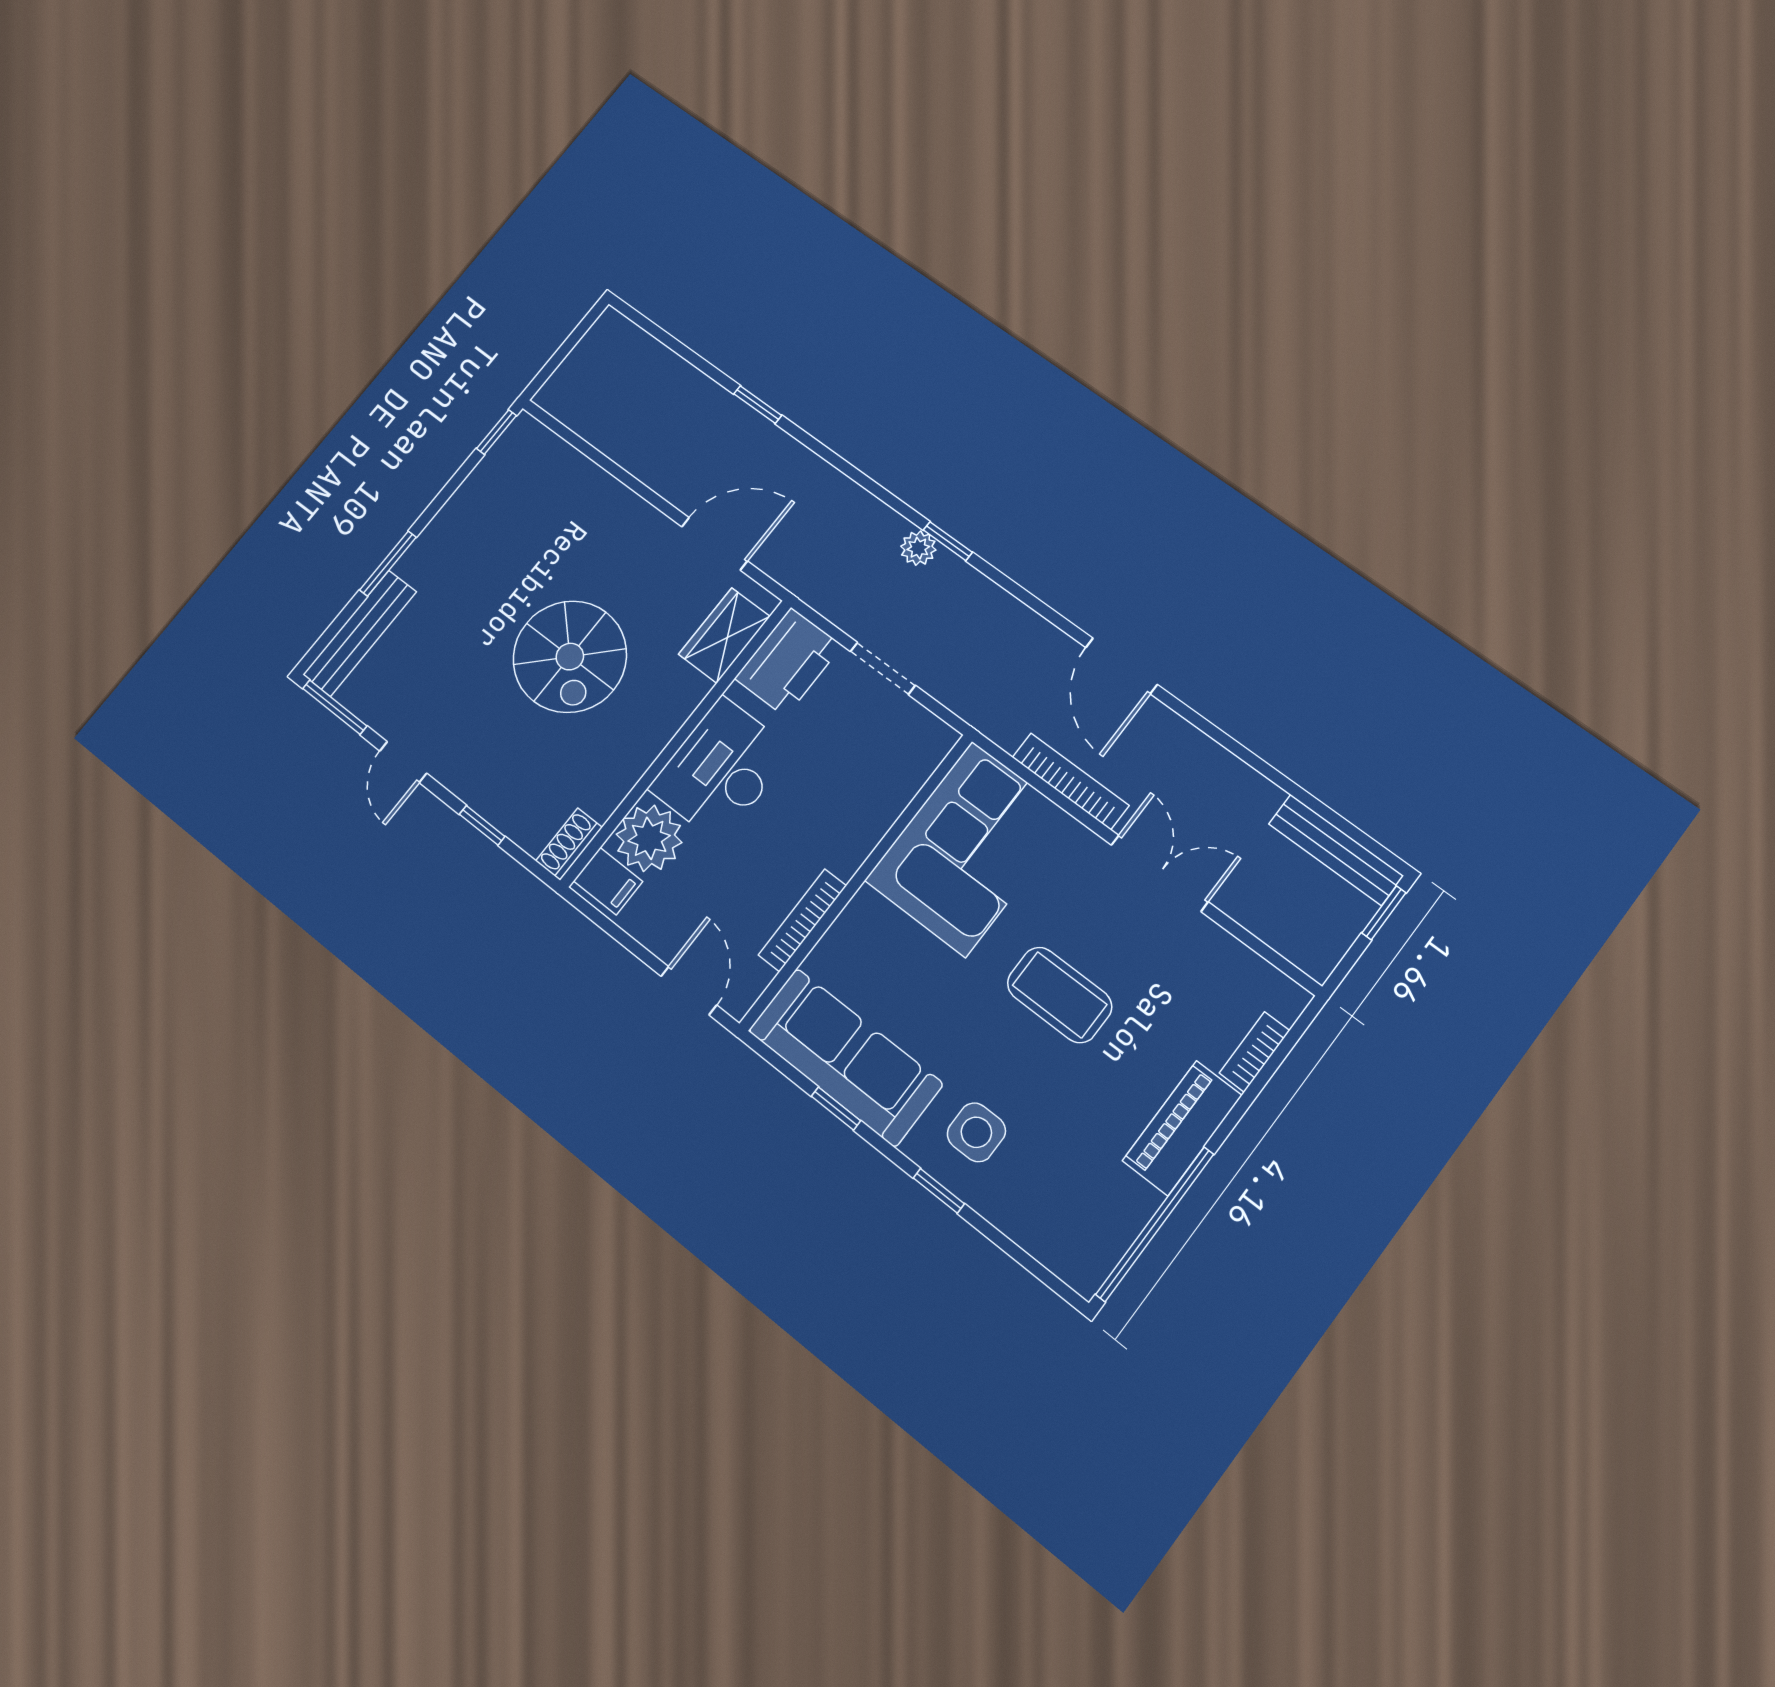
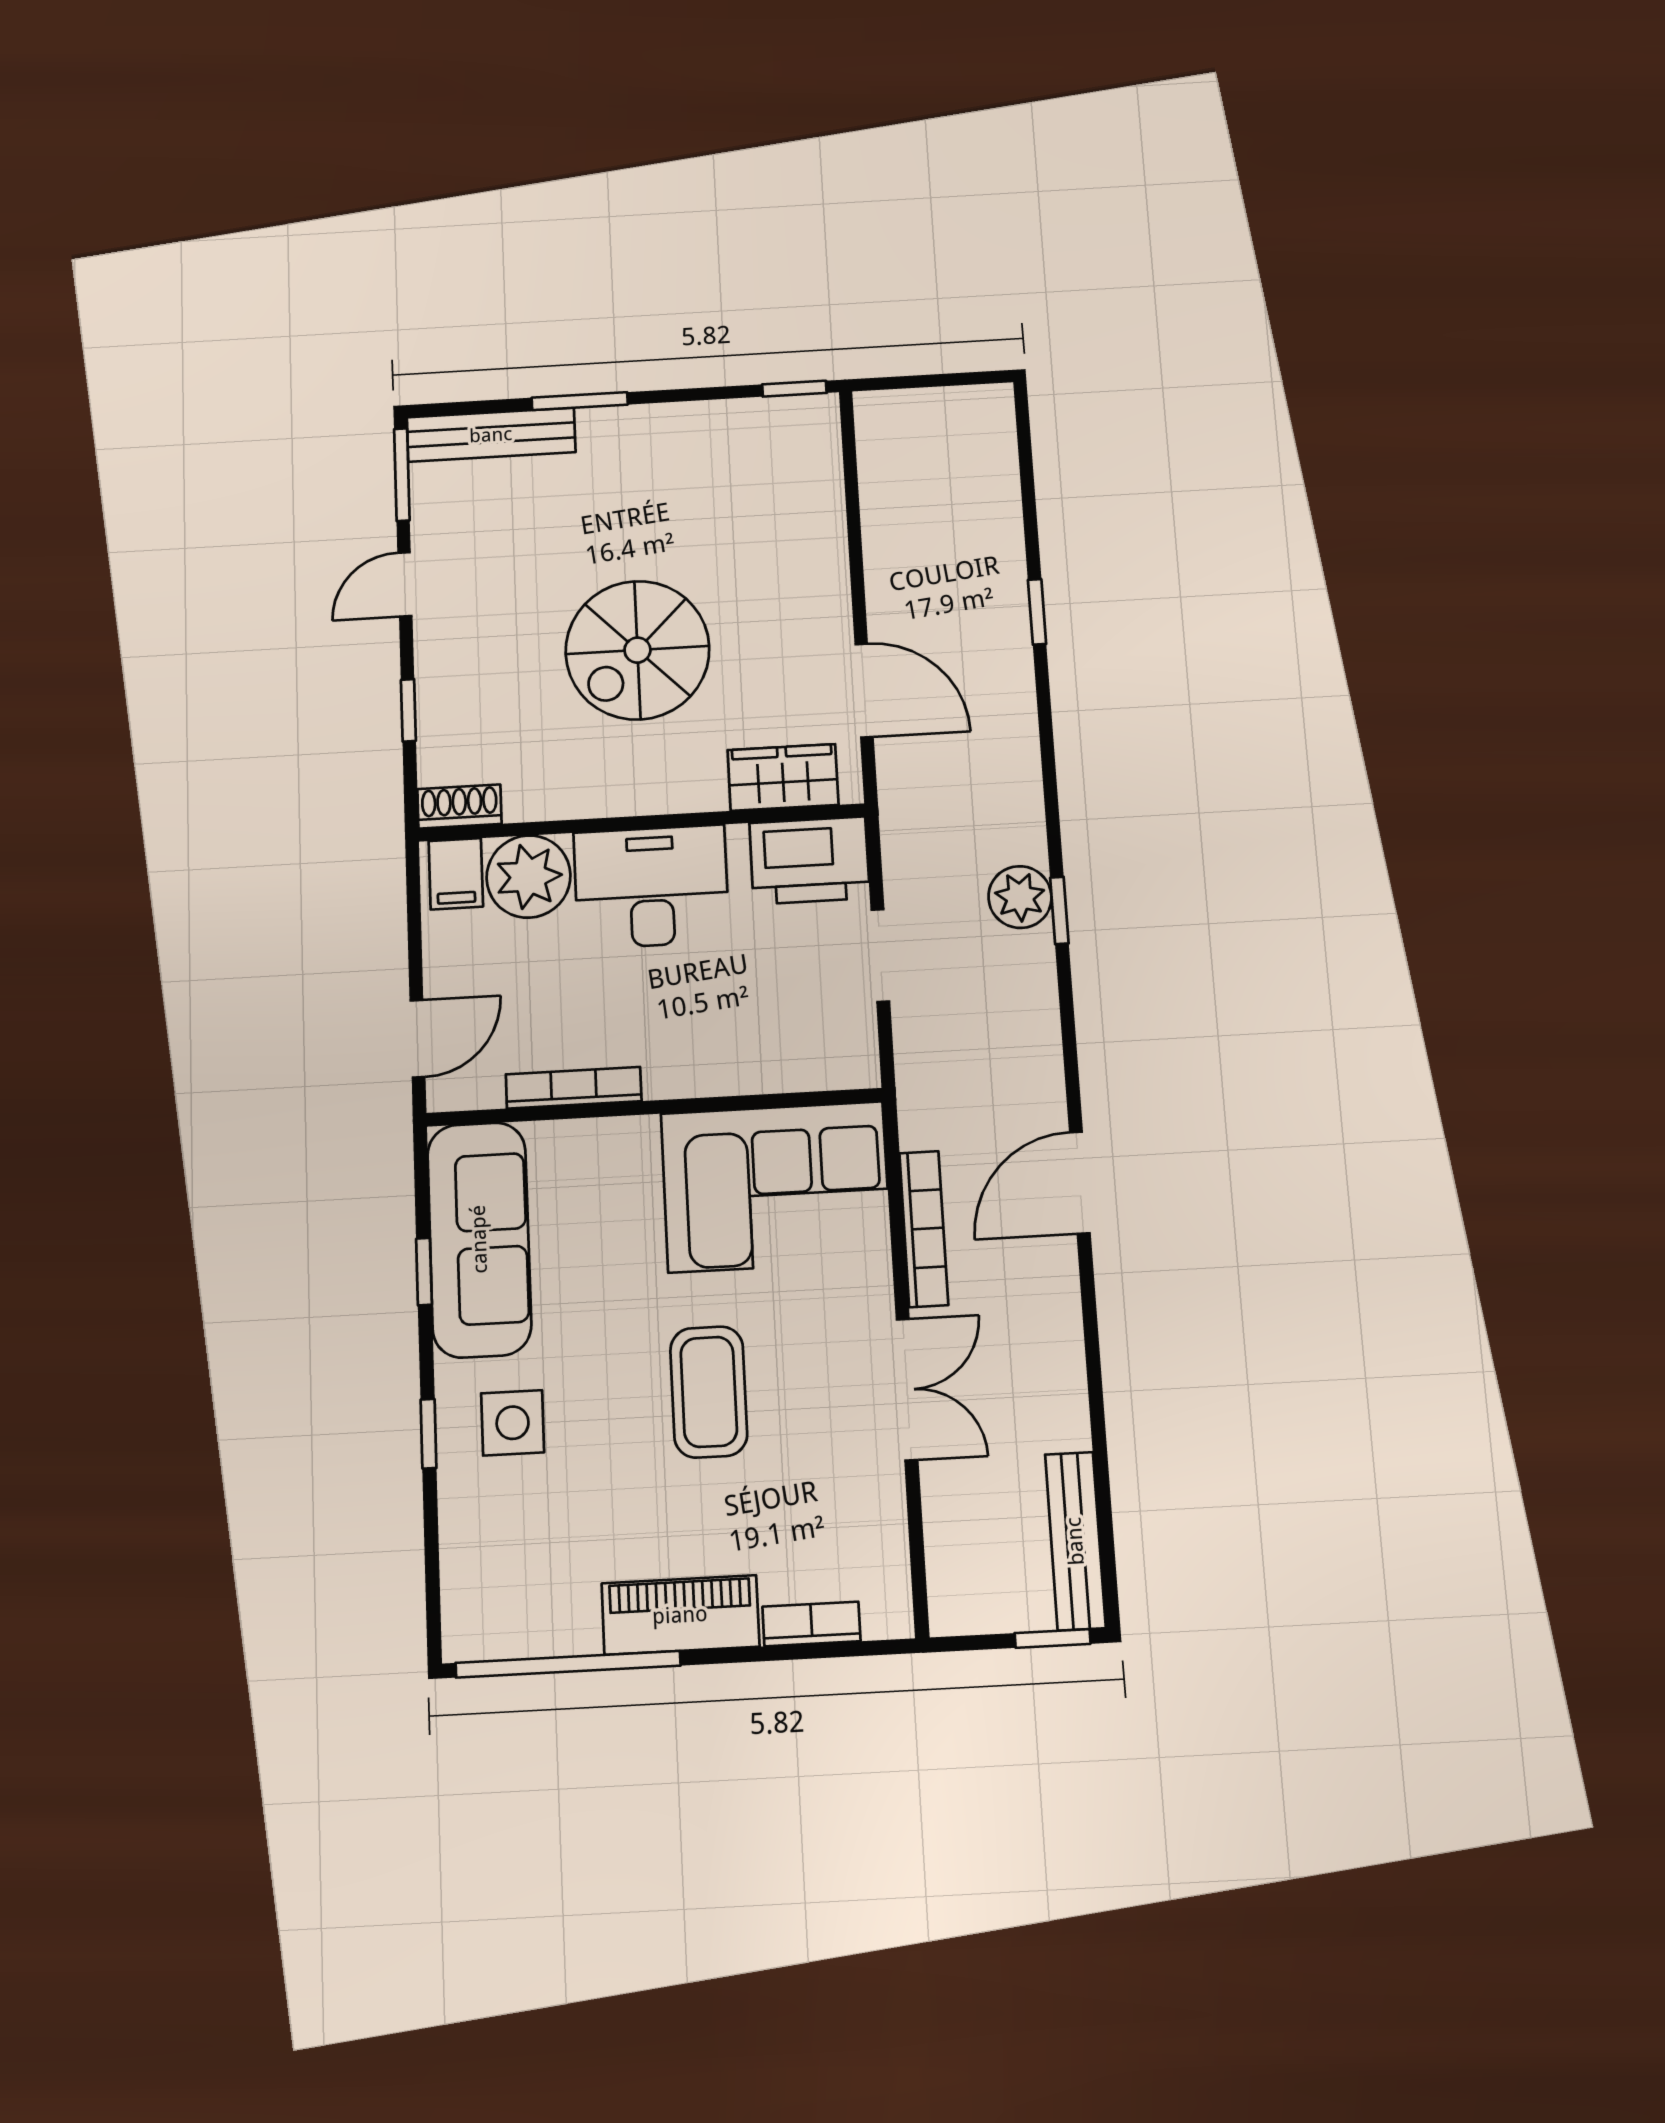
plant: (918, 548) -> (1020, 897), width x1.38, depth x1.38

